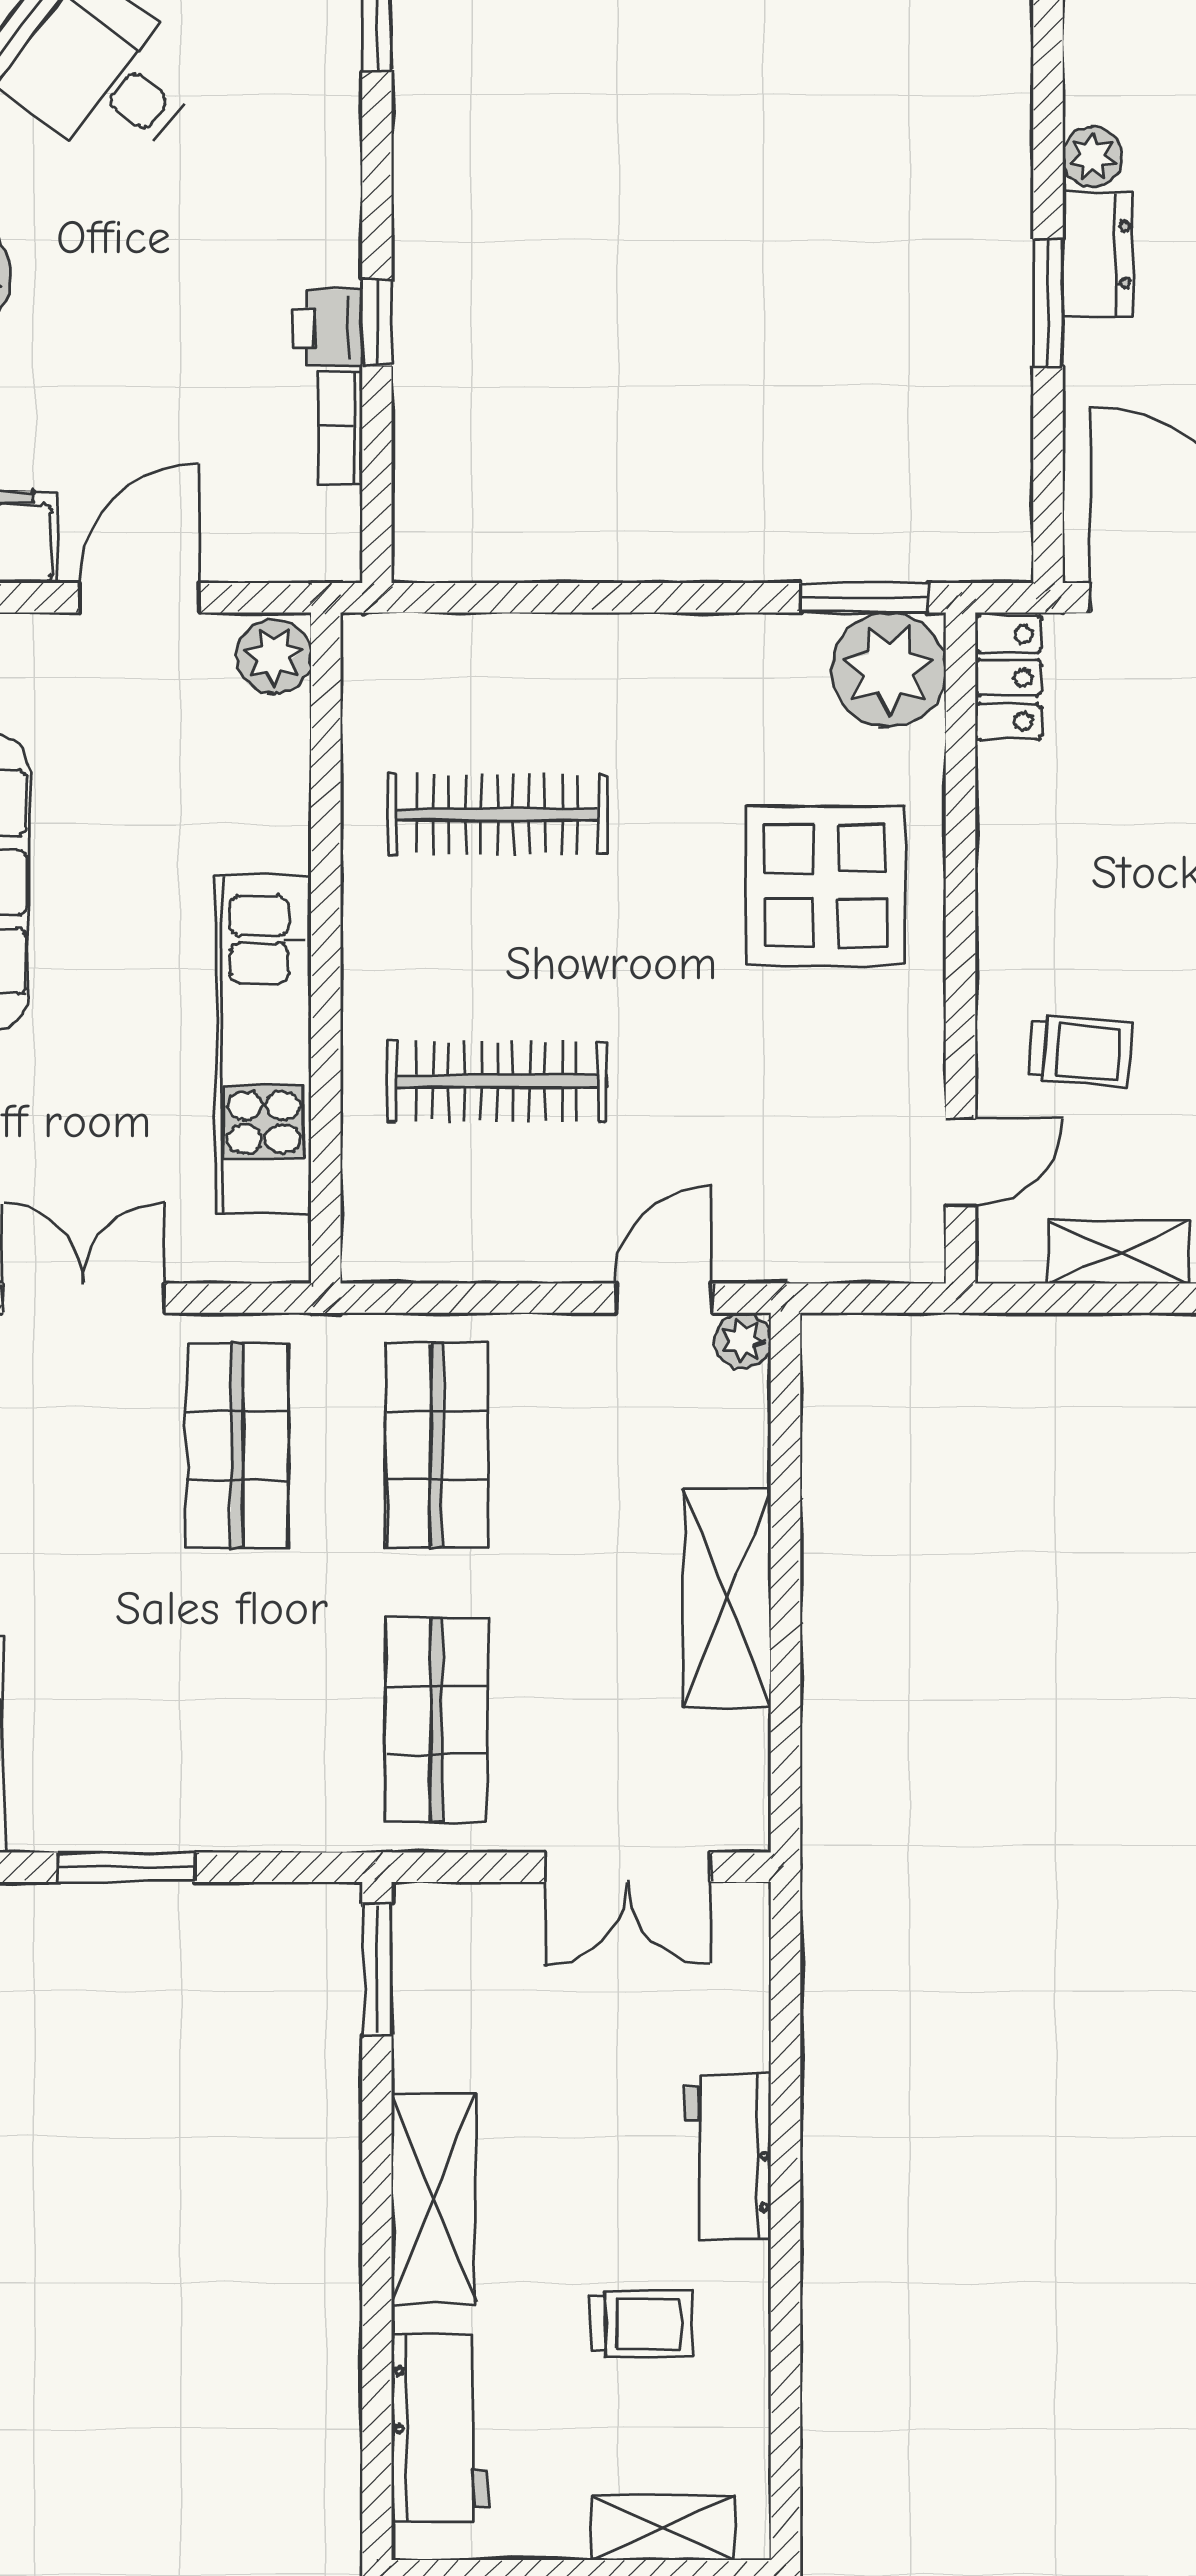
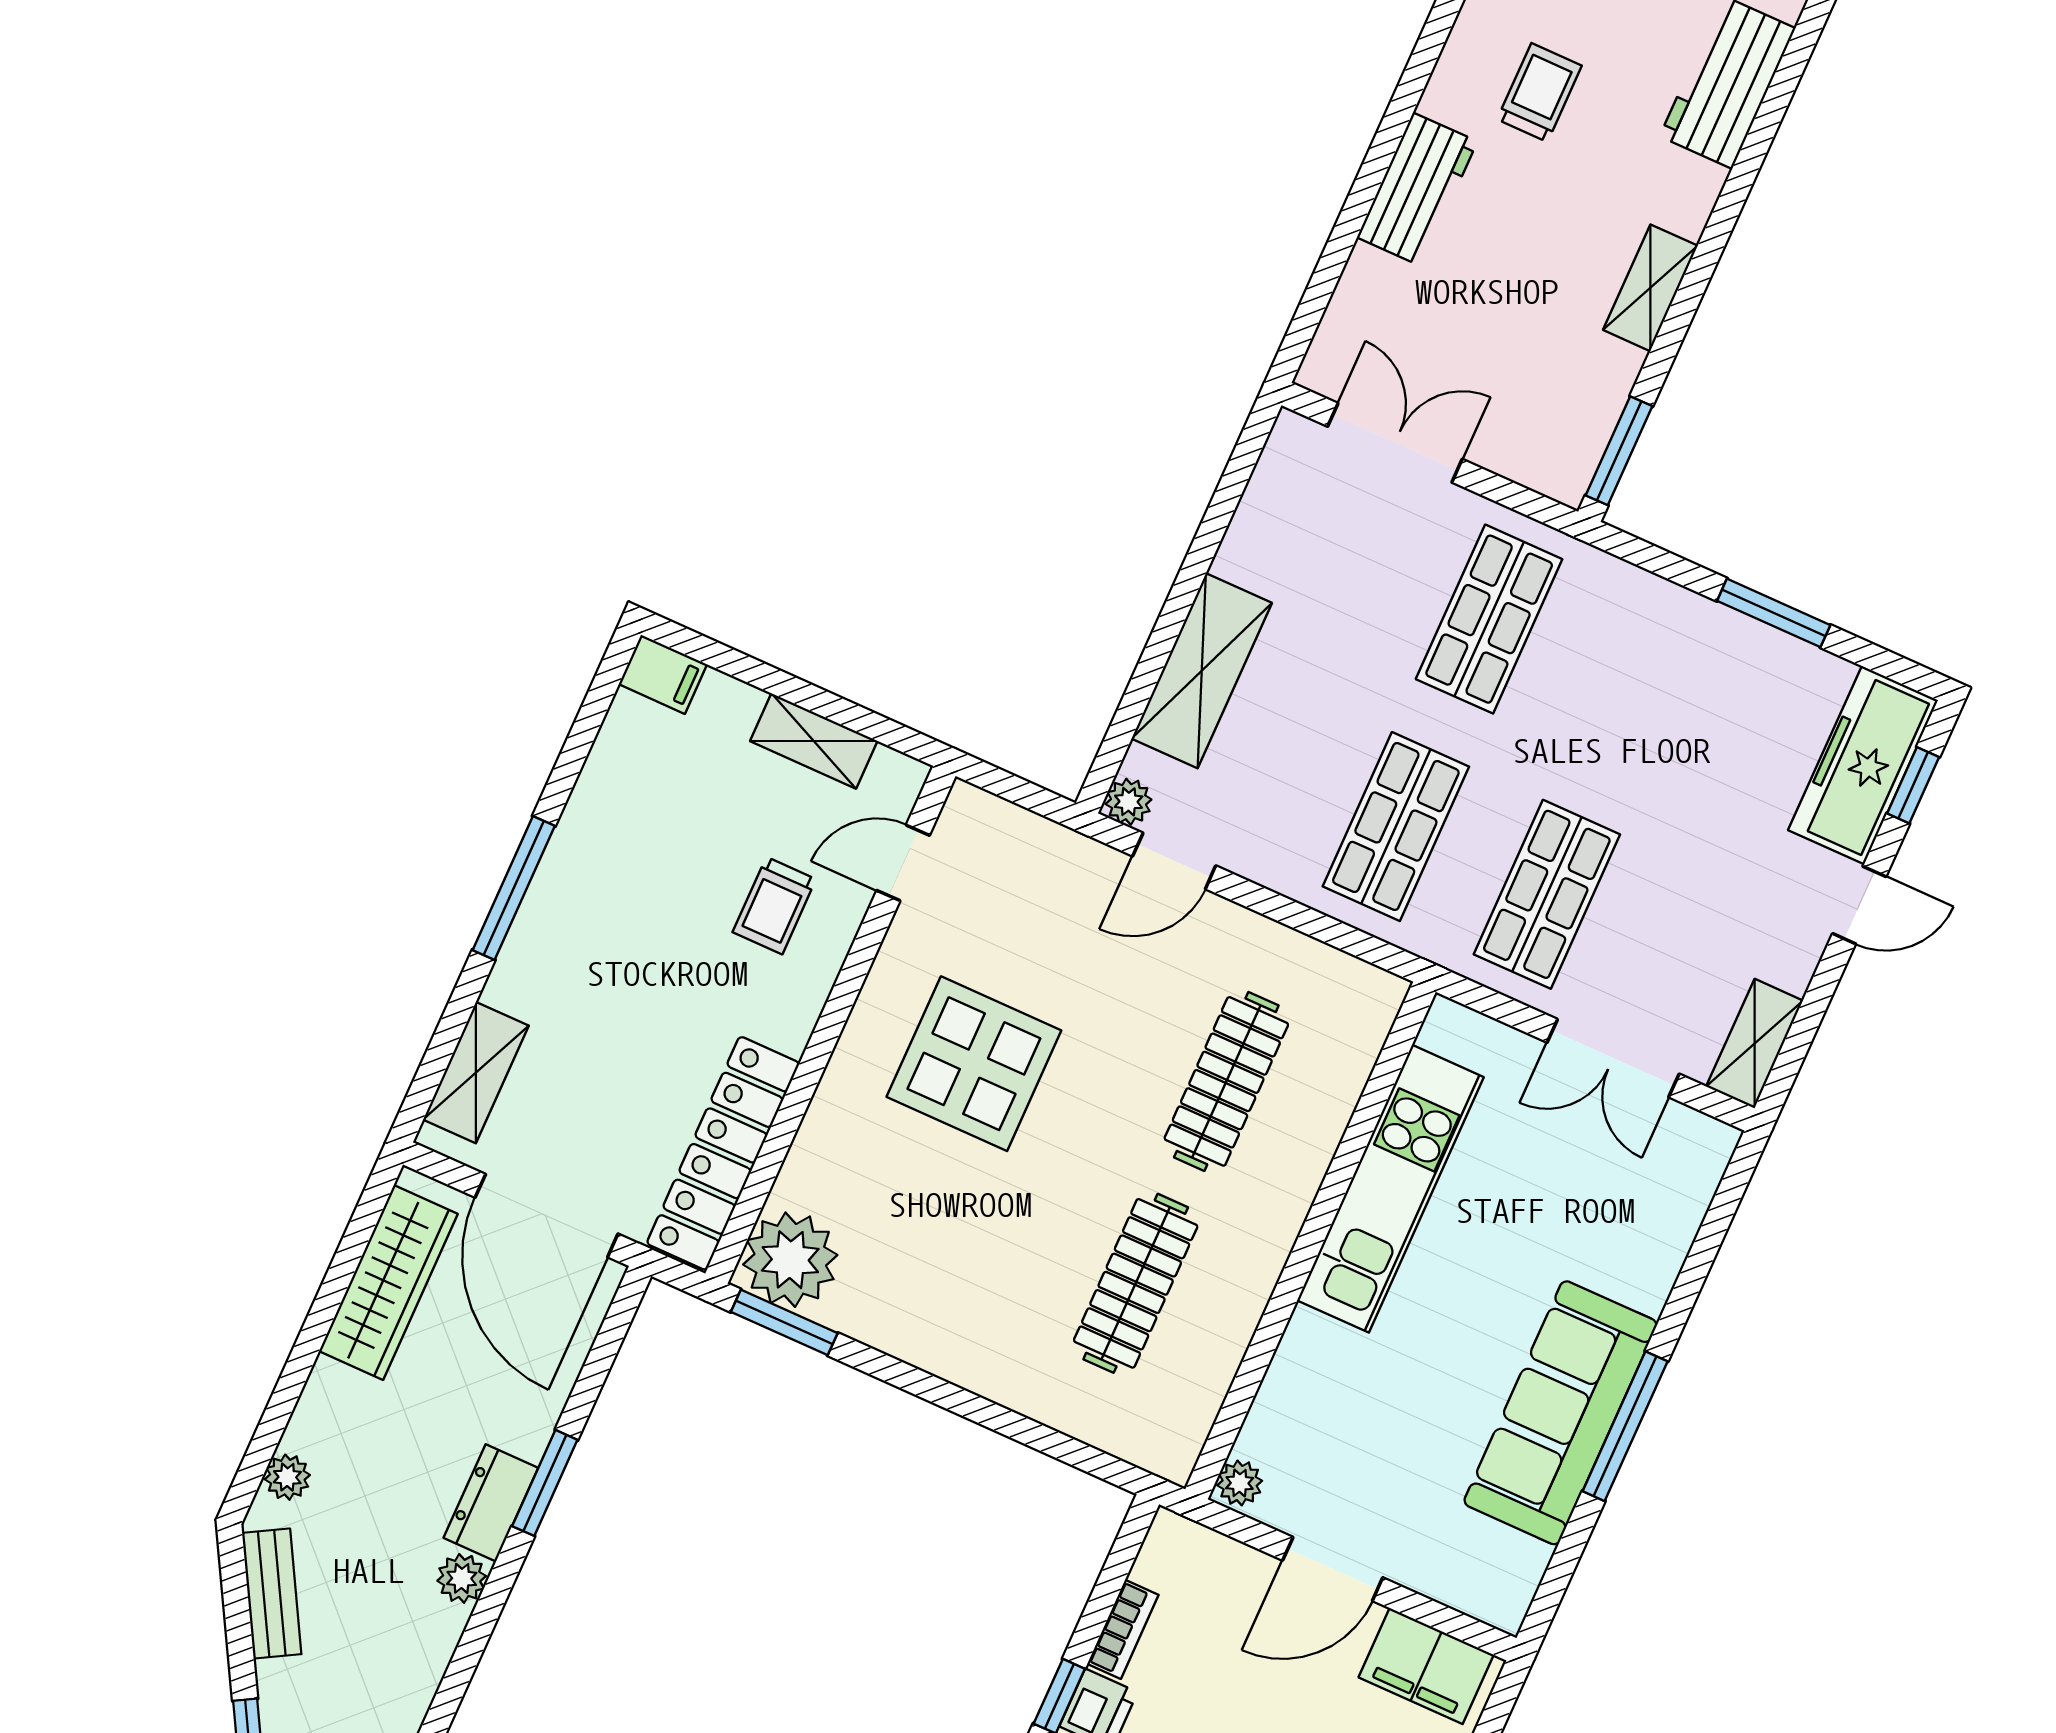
plant: (274, 657) -> (1240, 1483), width x0.73, depth x0.73
locker: (1008, 678) -> (723, 1153), width x2.16, depth x1.21
clothes rail: (497, 815) -> (1136, 1283), turned 90
display table: (826, 886) -> (974, 1064), moved
trolley: (1081, 1051) -> (774, 906), turned -95
clothes rail: (497, 1081) -> (1226, 1081), turned 90
shelving: (727, 1598) -> (1202, 671), moved
shelving: (433, 2199) -> (1650, 288), width x0.67, depth x0.75
trolley: (642, 2324) -> (1539, 92), turned 90

